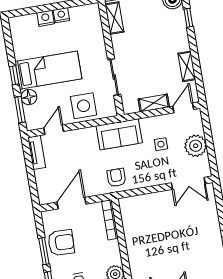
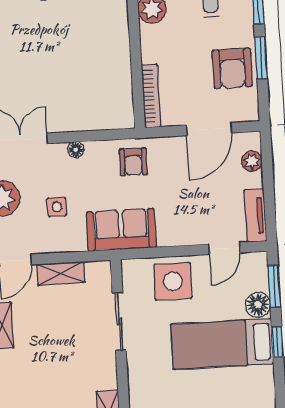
floor lamp: (153, 181) -> (76, 150), added
plant: (43, 186) -> (252, 161), added
armchair: (61, 243) -> (232, 68), turned -92

